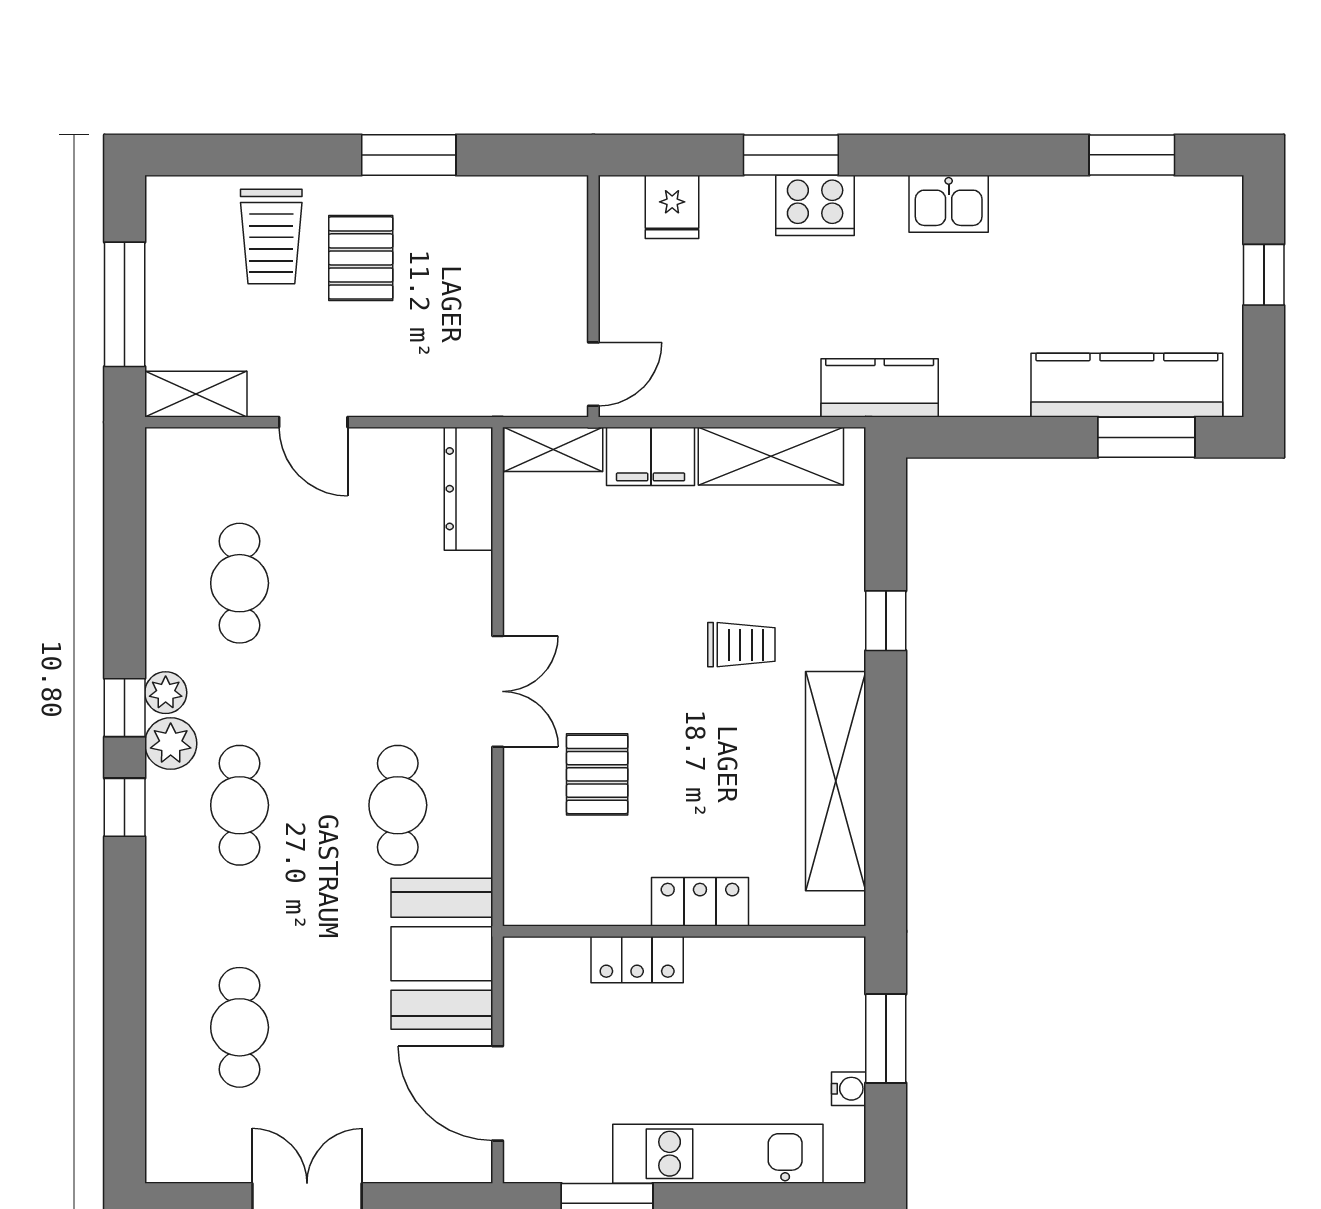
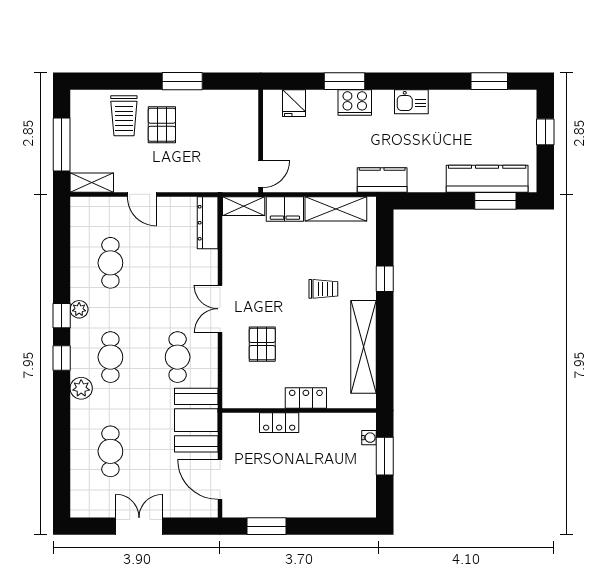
double door: (498, 691) -> (220, 309), swing flipped
plant: (171, 744) -> (81, 388), moved
water cooler: (849, 1089) -> (369, 438), moved
kitchen unit: (718, 1154) -> (313, 505), removed

